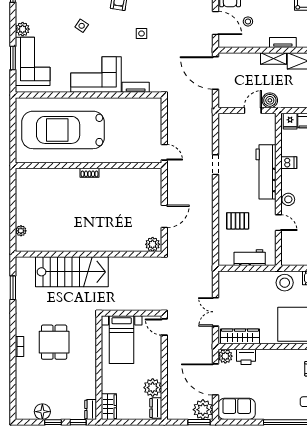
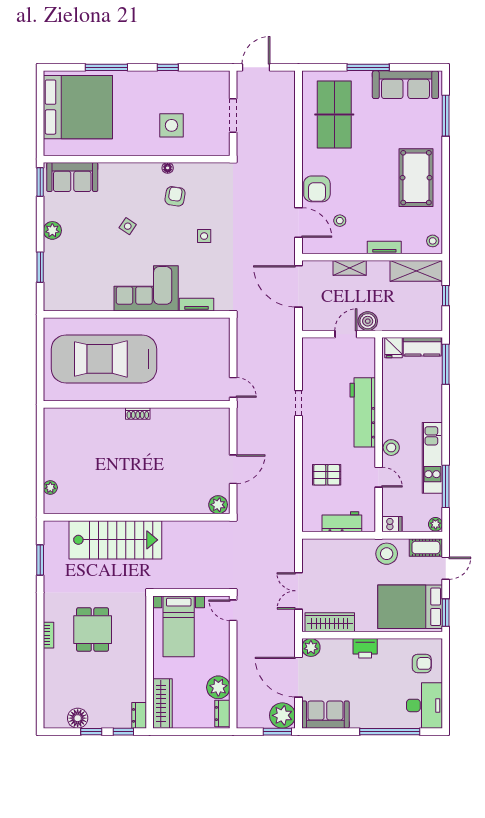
shelving: (274, 59) -> (350, 268), moved
corner sofa: (33, 61) -> (65, 272), removed
dishwasher: (289, 163) -> (392, 524), moved
printer: (246, 357) -> (365, 648), moved
wardrobe: (109, 407) -> (163, 703), width x1.50

